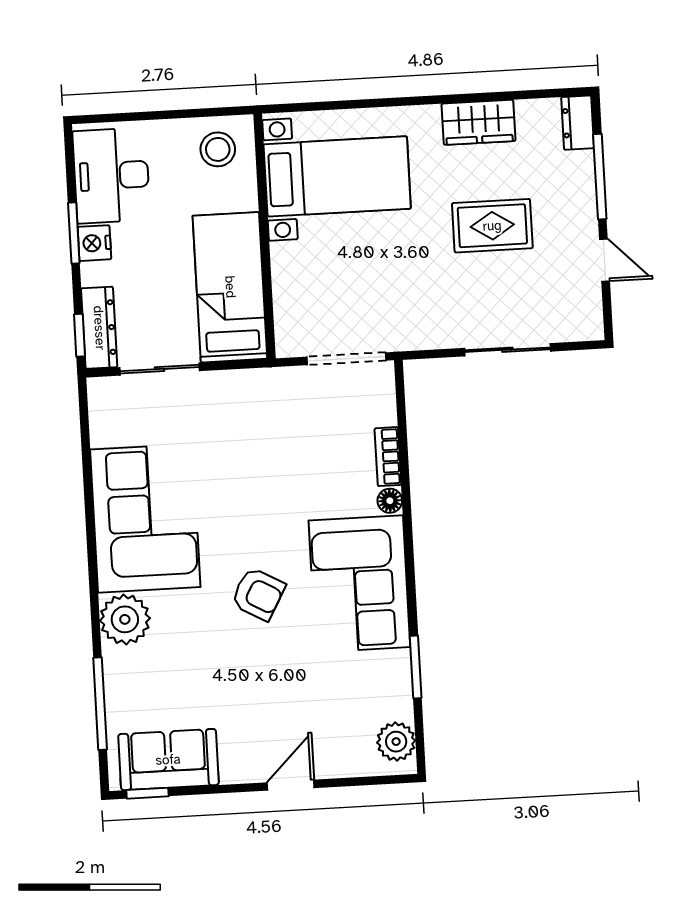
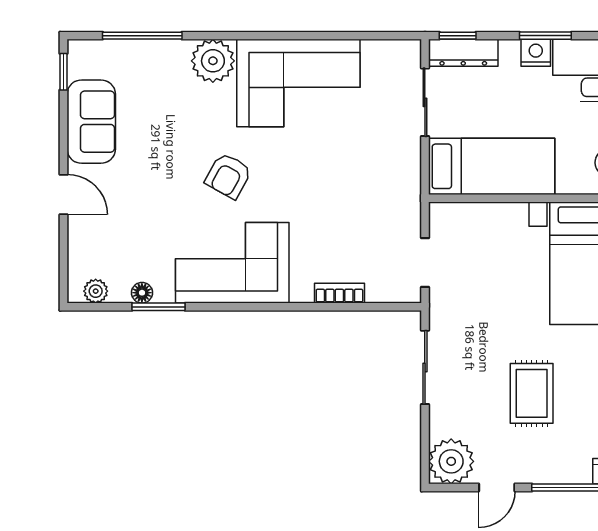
plant: (577, 315) -> (451, 461), added
sliding door: (507, 350) -> (425, 367), moved
doorway: (347, 359) -> (425, 263), width x0.73
floor lamp: (390, 501) -> (142, 293), moved
plant: (396, 742) -> (96, 291), width x0.73, depth x0.73
sofa: (168, 760) -> (91, 122), moved

